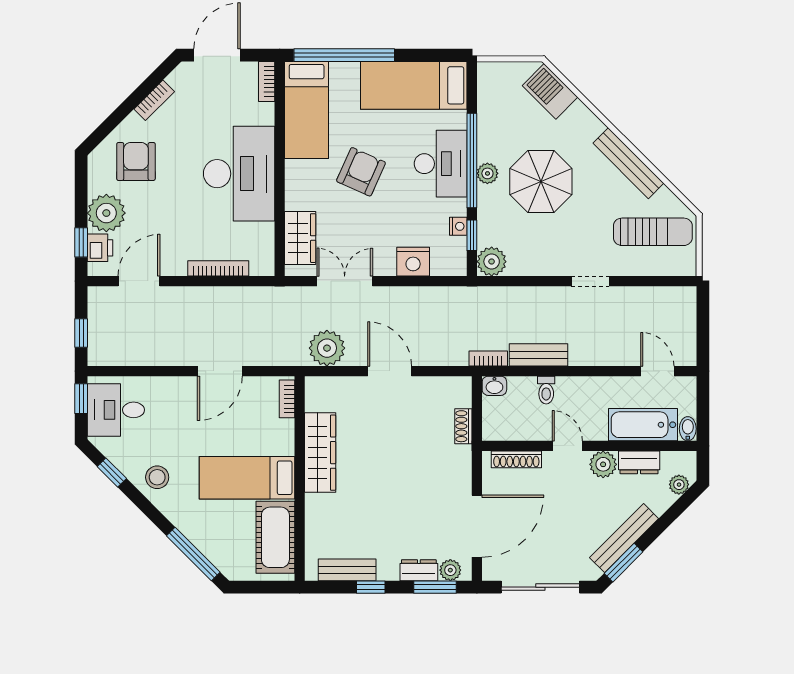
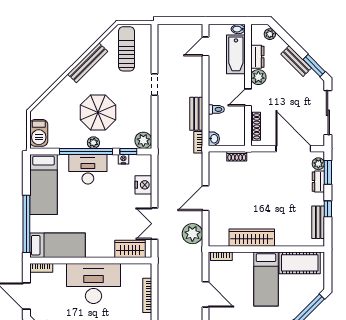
barbecue: (550, 91) -> (39, 133), moved, turned -45
armchair: (361, 172) -> (92, 214), removed
bench: (624, 538) -> (296, 61), width x0.73

